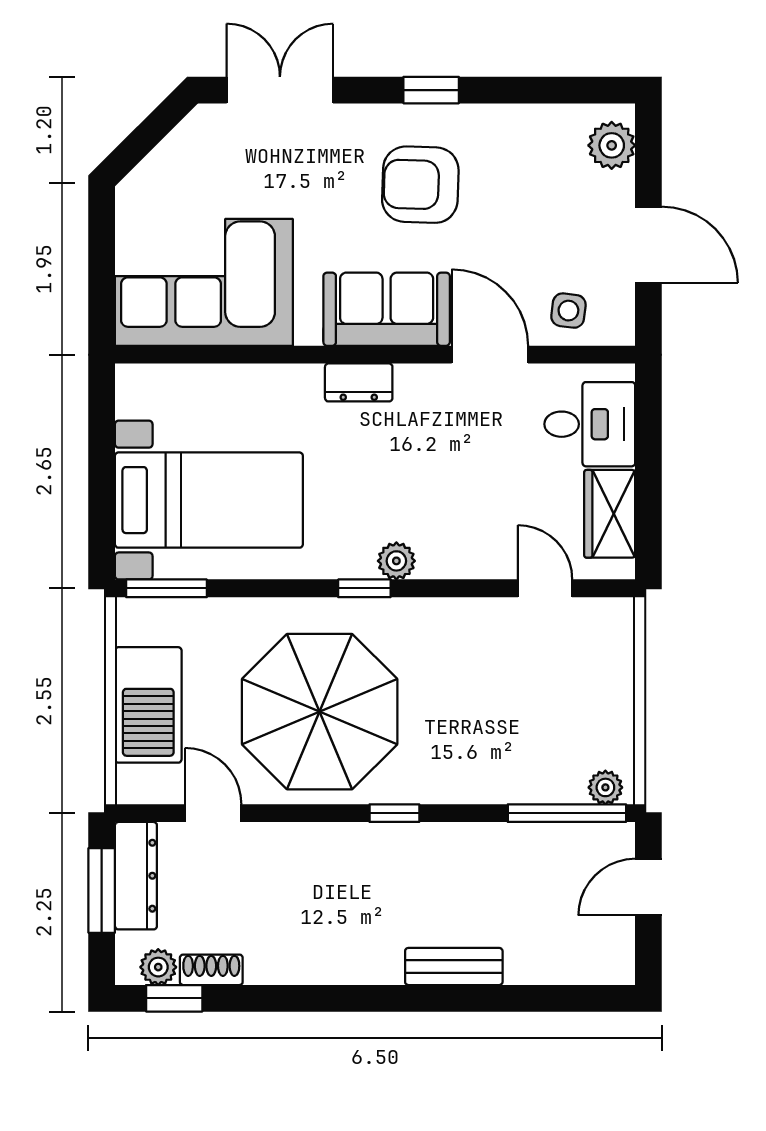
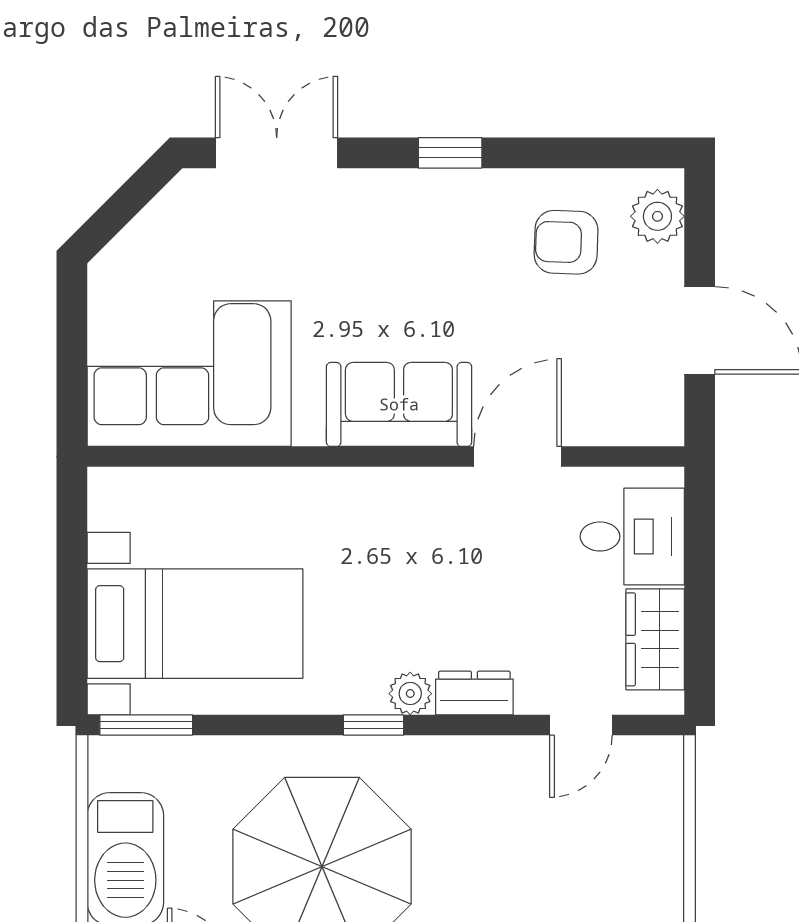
armchair: (420, 185) -> (566, 242), moved, width x0.72, depth x0.72
side table: (568, 311) -> (608, 406), removed
door: (490, 355) -> (518, 457), hinge flipped
dresser: (359, 382) -> (474, 693), moved, turned 180
door: (545, 588) -> (581, 725), swing flipped

